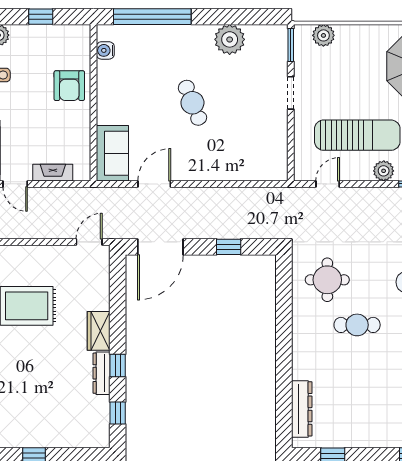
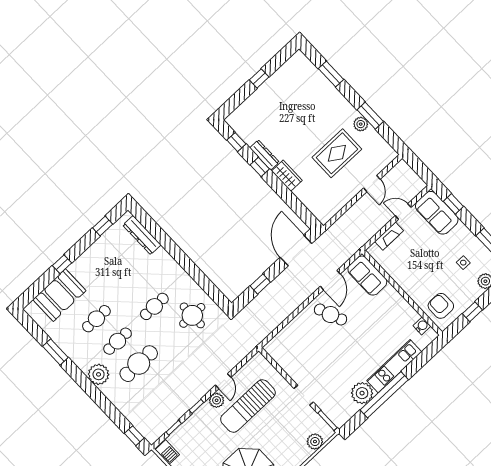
window: (152, 17) -> (384, 395), moved
kitchen unit: (171, 36) -> (394, 366), added
armchair: (69, 86) -> (441, 306), moved
cafe table: (192, 103) -> (331, 315), moved
door: (328, 184) -> (223, 381), moved
door: (89, 242) -> (372, 184), moved

